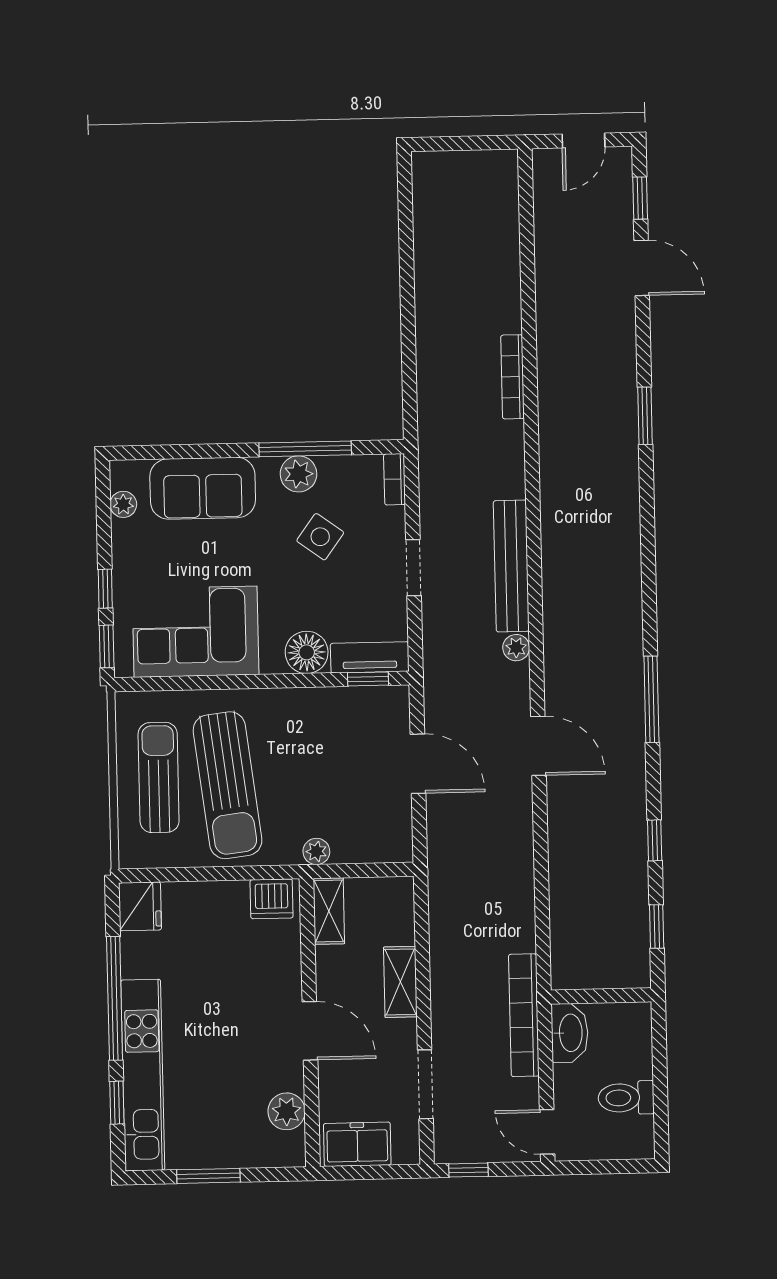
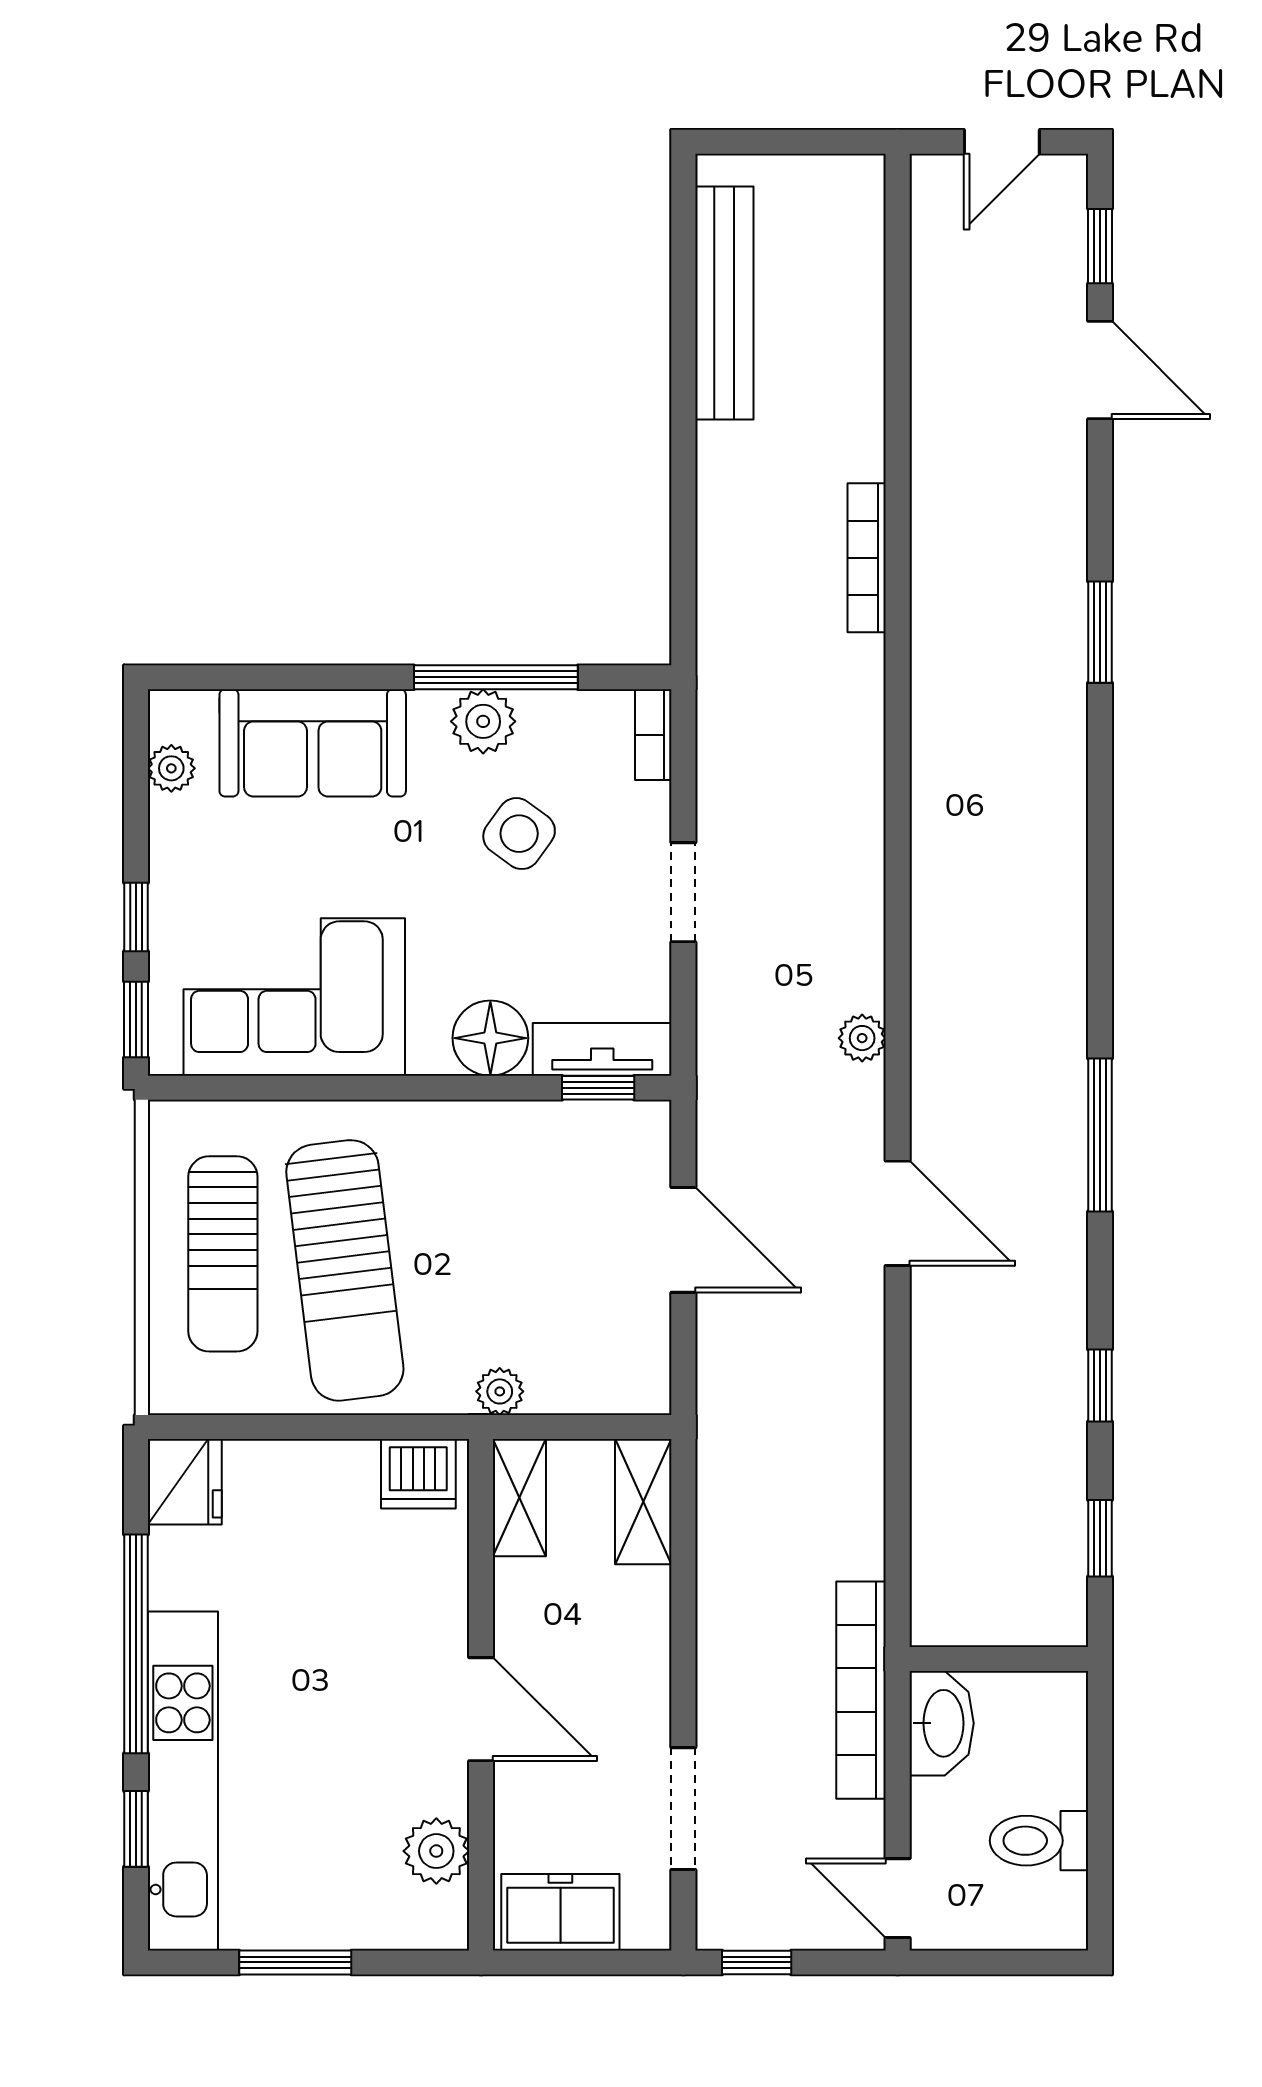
bench: (511, 566) -> (724, 303), moved
sun lounger: (159, 777) -> (223, 1254), turned 180
shelving: (400, 982) -> (643, 1502), moved

